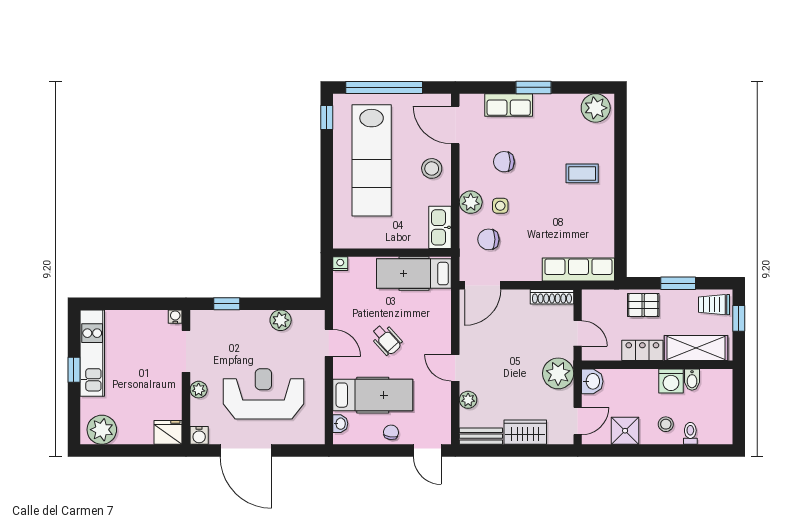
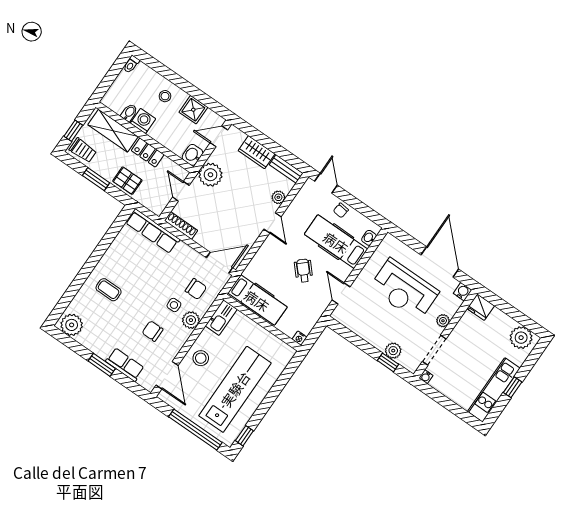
chair: (504, 162) -> (152, 331), turned 180
plant: (281, 320) -> (393, 351), moved
toilet: (690, 433) -> (131, 64), moved

